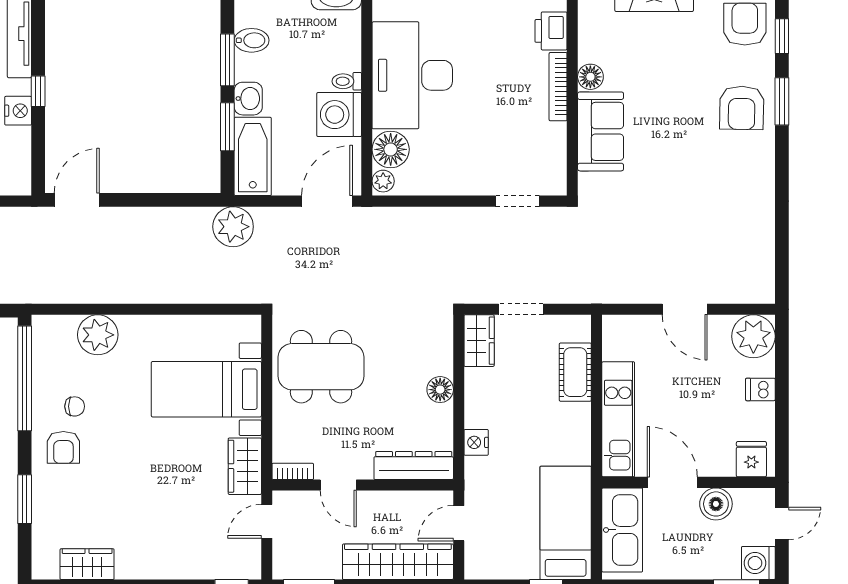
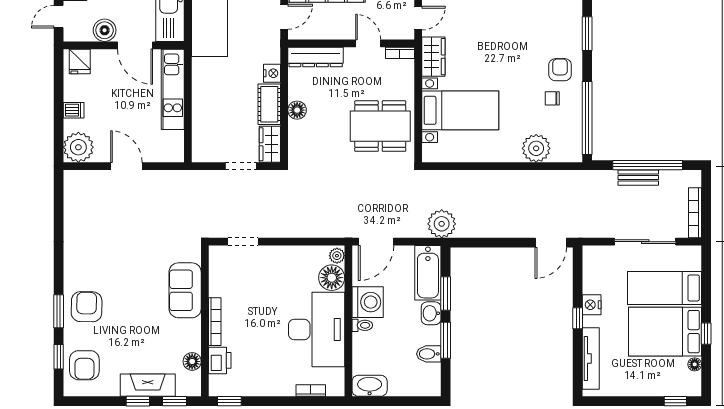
floor lamp: (590, 77) -> (192, 361), moved
cot: (575, 372) -> (269, 104), moved

